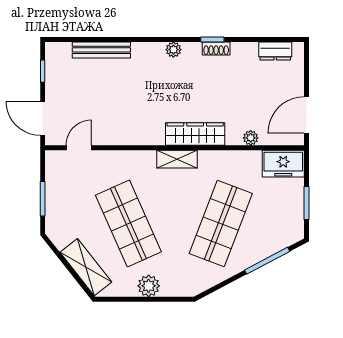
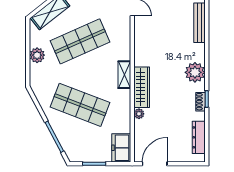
plant: (173, 50) -> (195, 72), width x1.88, depth x1.88
dresser: (275, 51) -> (199, 137), width x1.44
door: (306, 115) -> (155, 164), hinge flipped
plant: (251, 138) -> (139, 114), moved

